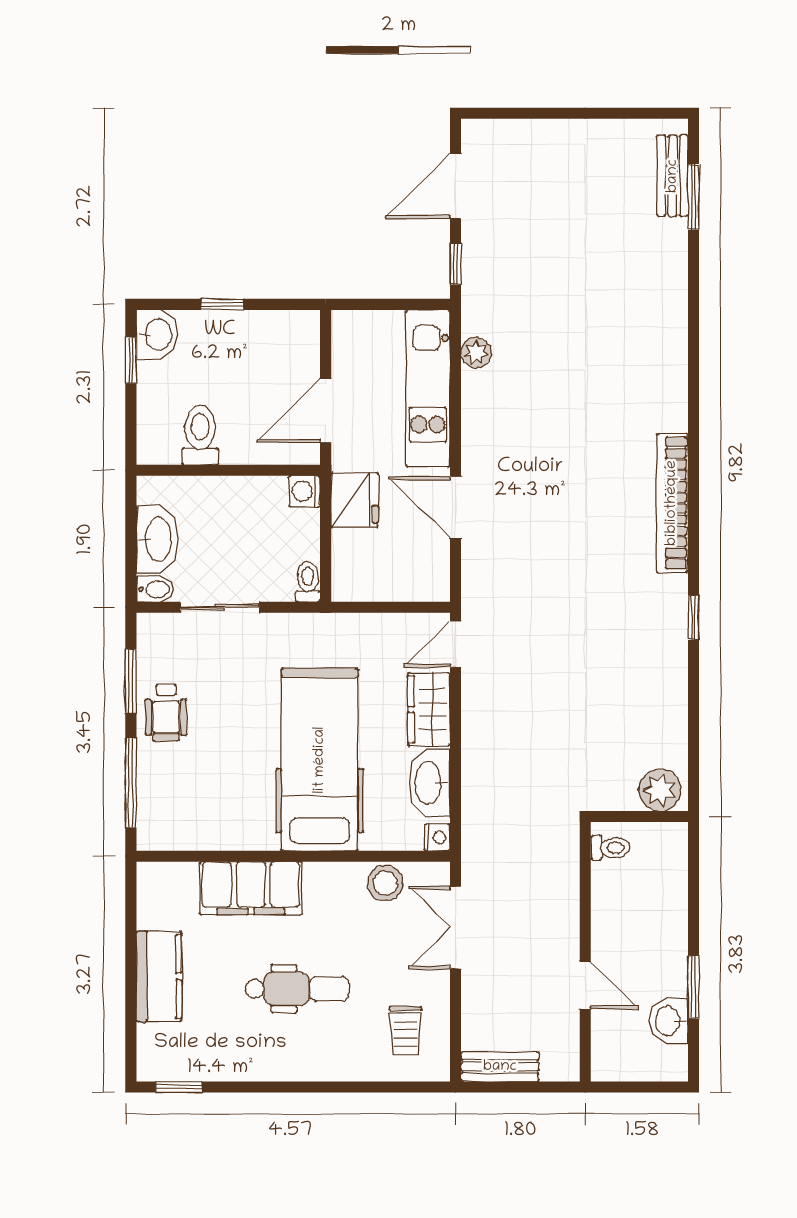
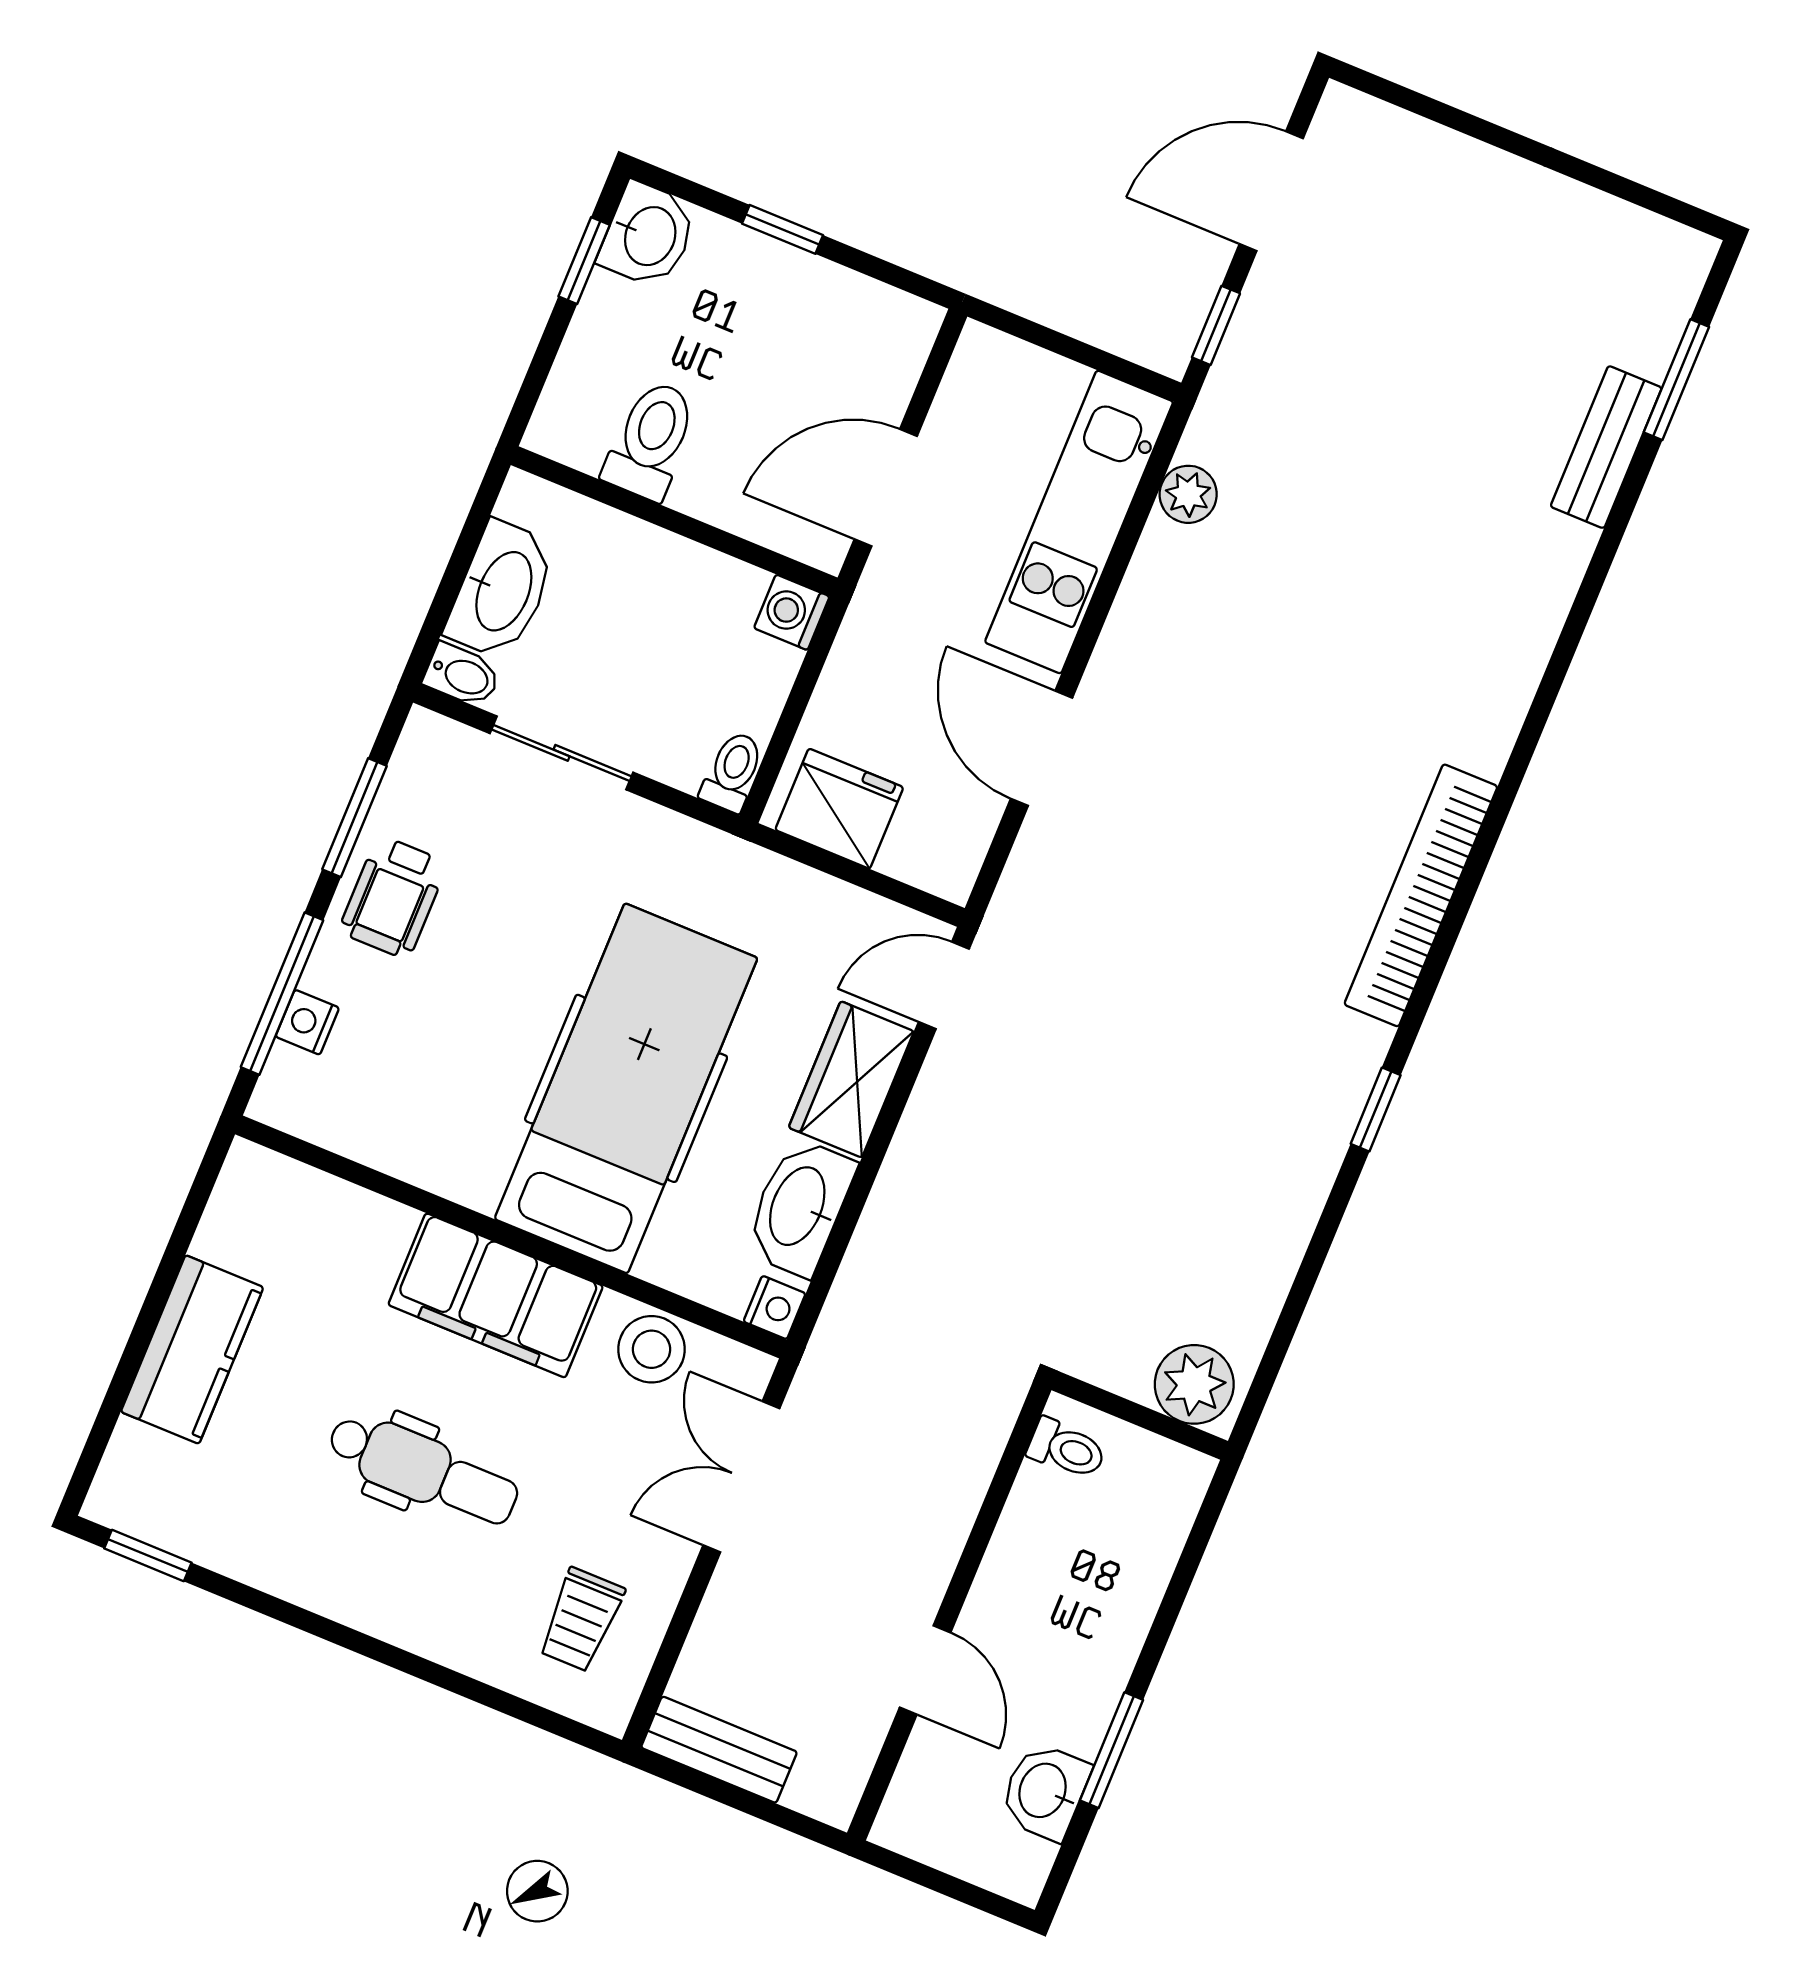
bench: (673, 176) -> (1606, 447), moved
fridge: (355, 500) -> (839, 809), moved, turned -90
nightstand: (149, 792) -> (307, 1022), added
filing cabinet: (251, 888) -> (496, 1295), moved

